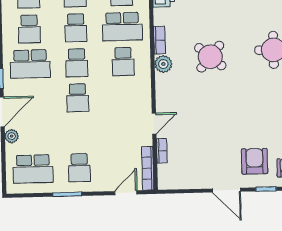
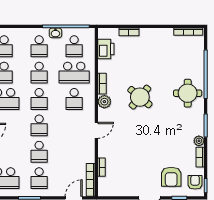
door: (154, 124) -> (96, 130), moved
school desk: (79, 133) -> (39, 152), added
armchair: (254, 161) -> (171, 177), turned 180

